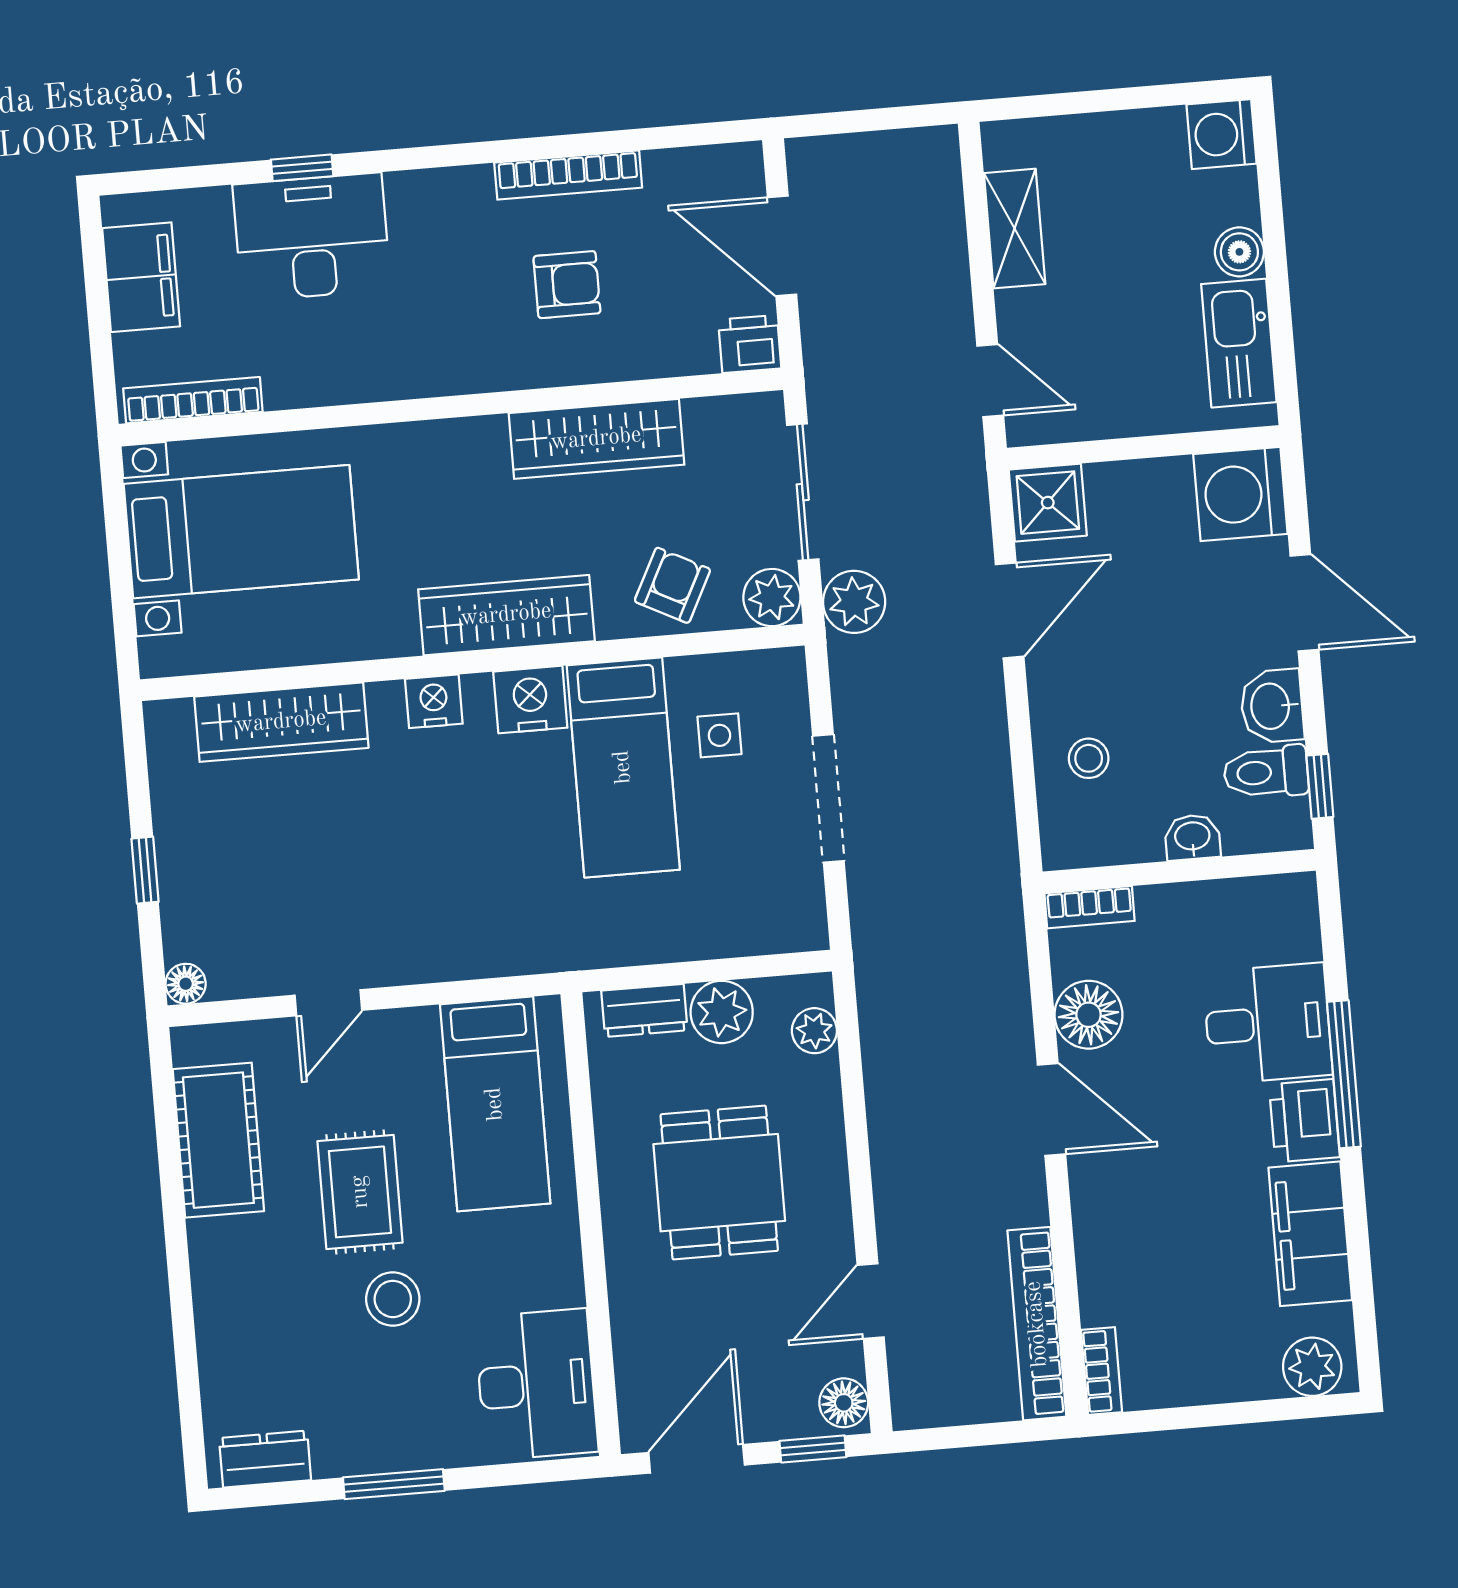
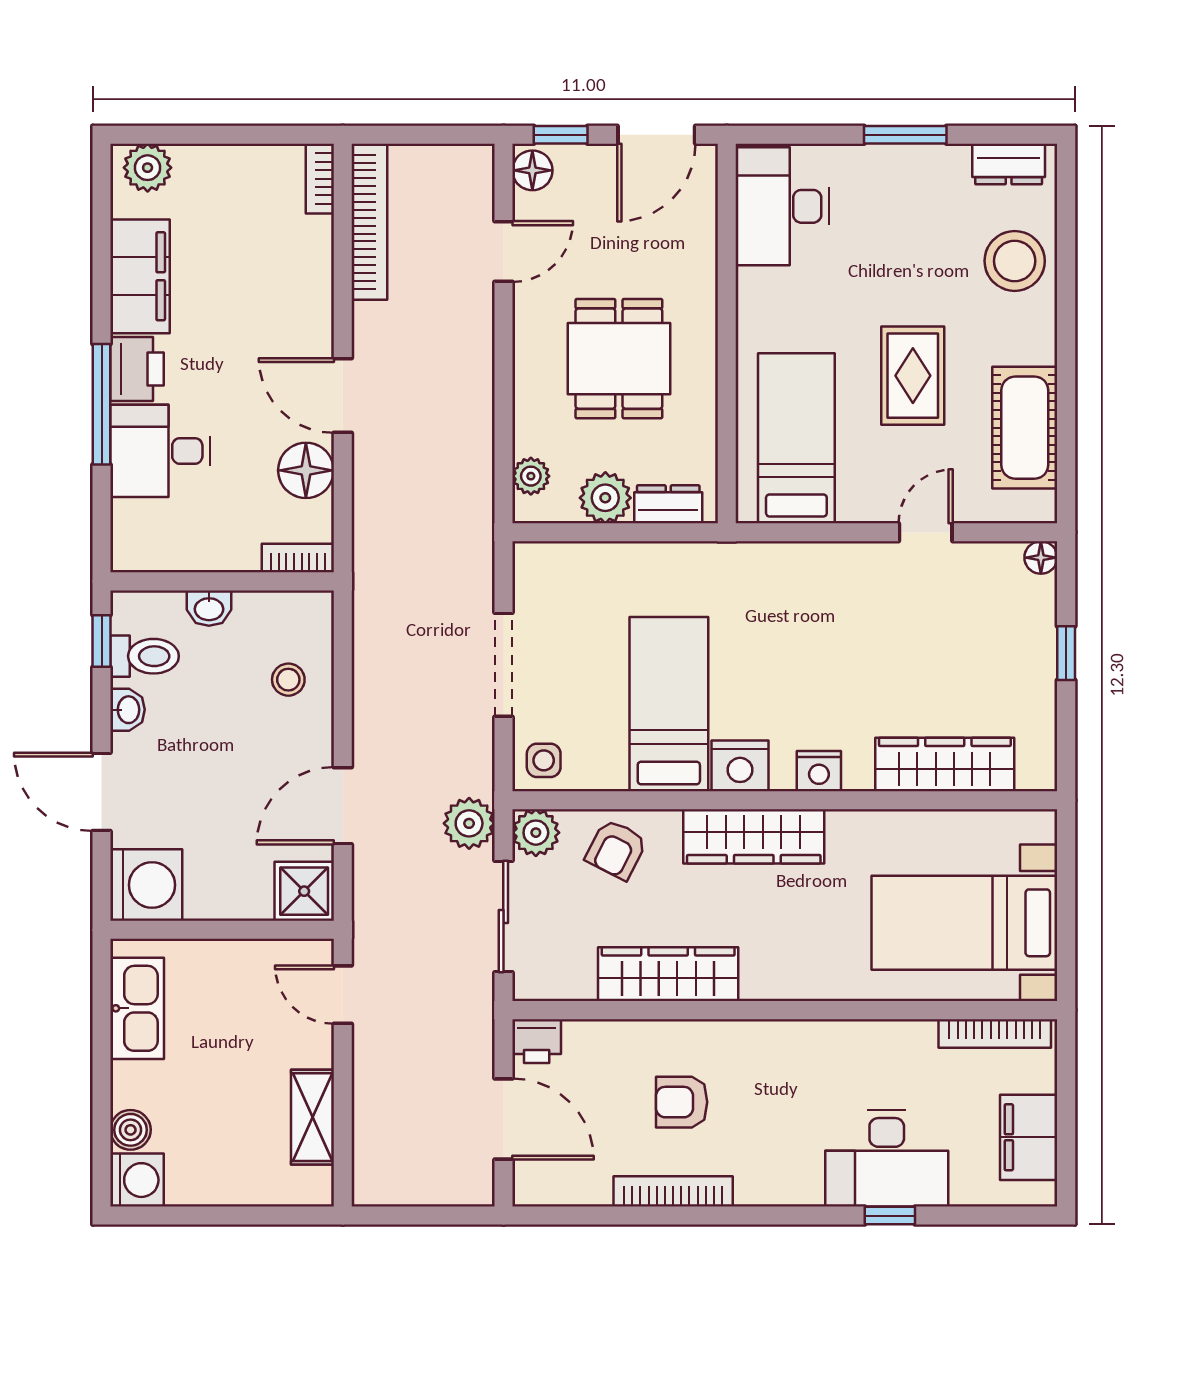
boiler: (1239, 252) -> (131, 1130), moved
washbasin: (1272, 706) -> (128, 710), width x0.72, depth x0.69
side table: (720, 735) -> (544, 760), moved
stool: (393, 1299) -> (1015, 261), moved, width x1.38, depth x1.38

